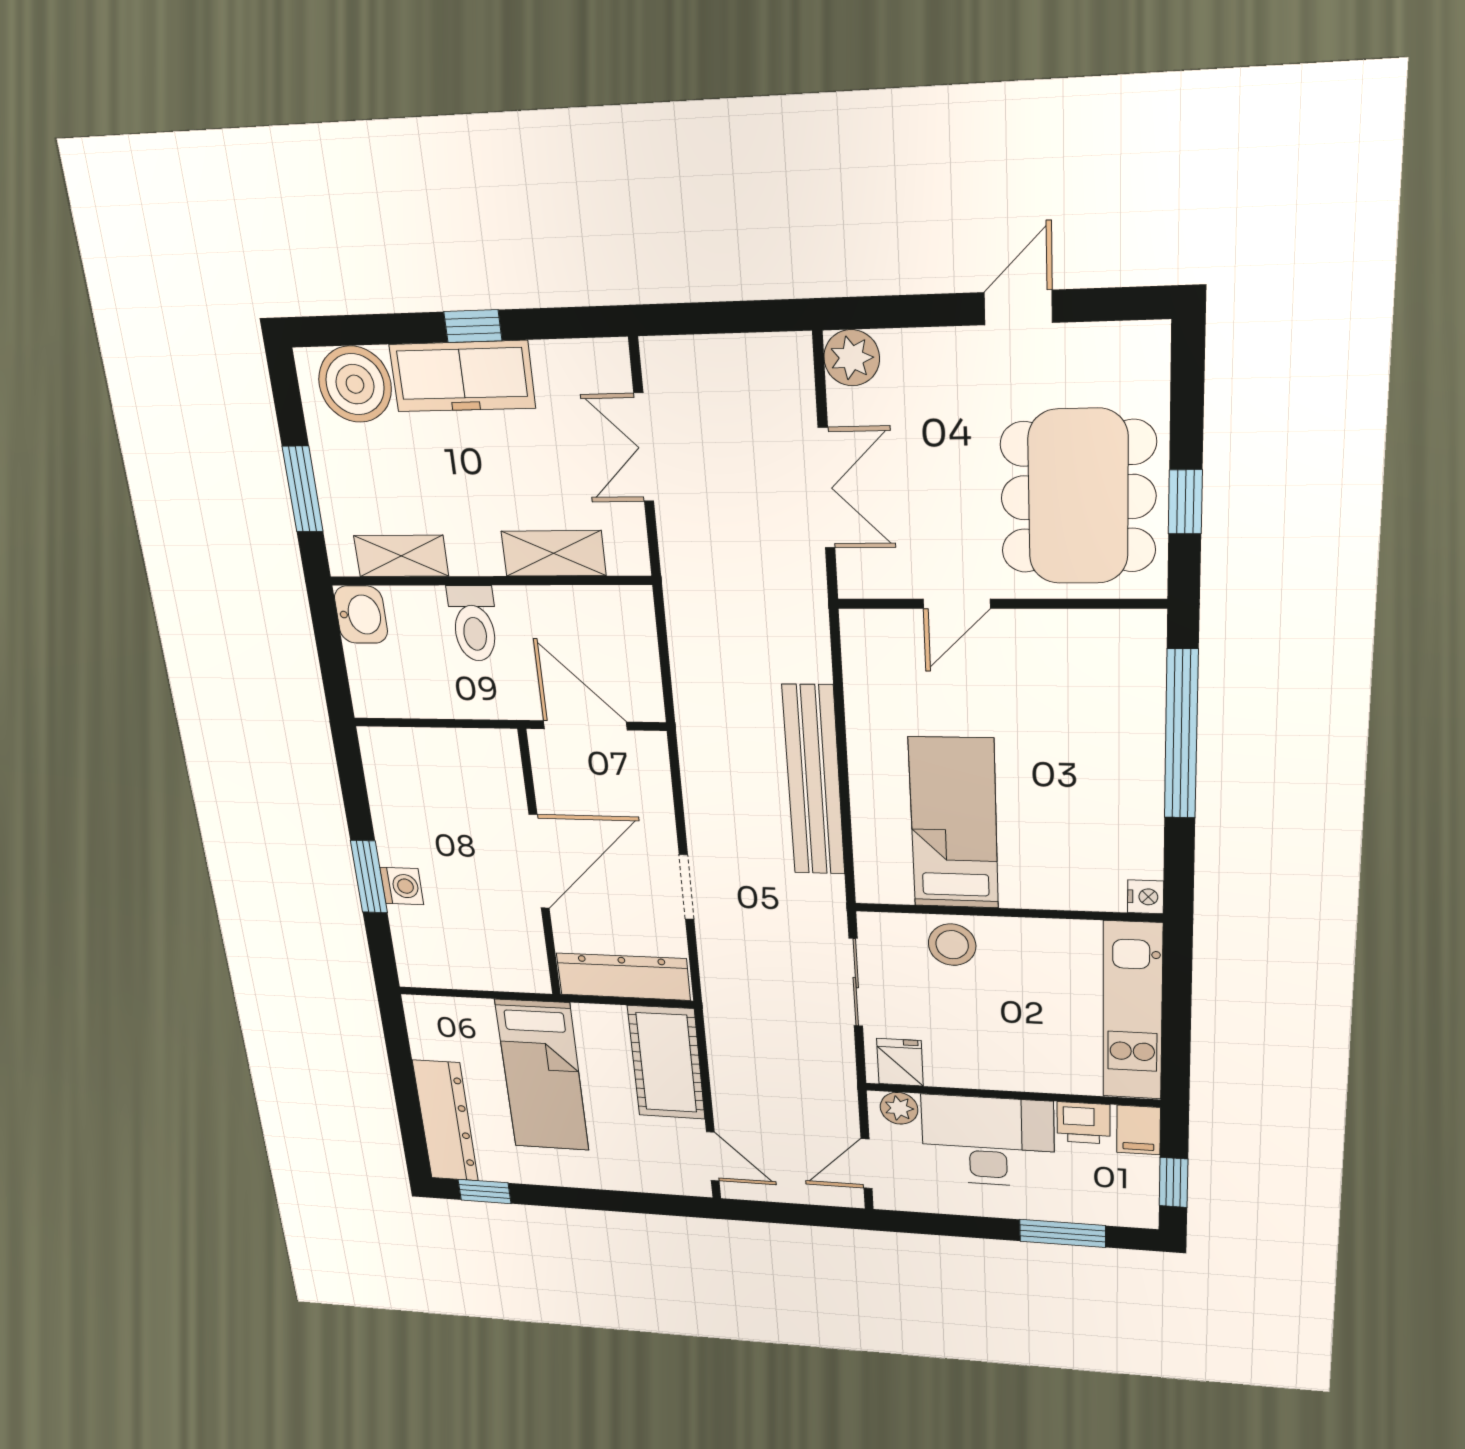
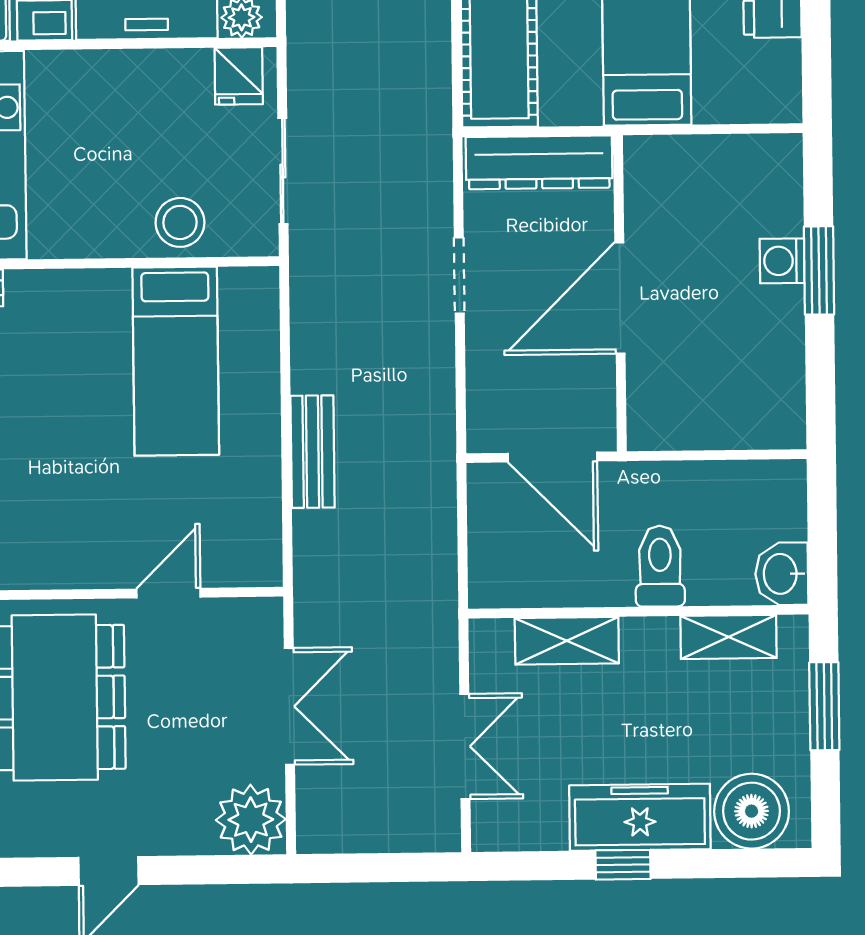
plant: (852, 358) -> (251, 820), width x1.36, depth x1.36
double door: (826, 488) -> (289, 706), swing flipped
bench: (814, 781) -> (313, 452), width x0.54, depth x0.82

